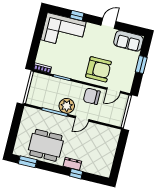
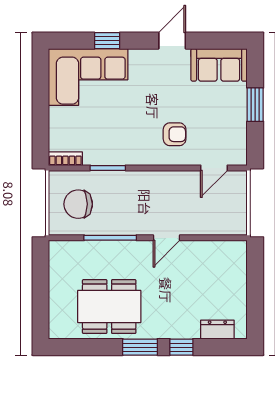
armchair: (99, 69) -> (175, 134), width x0.53, depth x0.53
chair: (92, 96) -> (78, 204), moved
plant: (67, 106) -> (131, 220), removed
window: (28, 162) -> (140, 347), moved
dresser: (72, 164) -> (217, 330), moved

